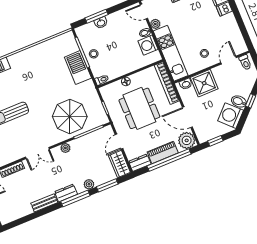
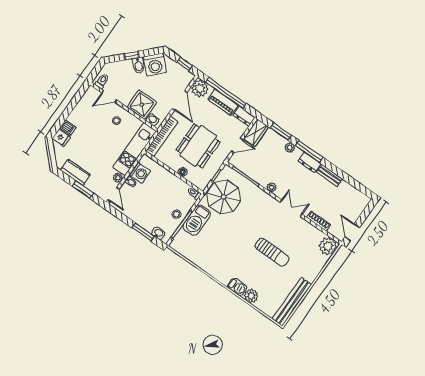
washbasin: (101, 23) -> (158, 233), moved
parasol: (70, 116) -> (224, 197), moved

